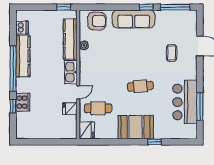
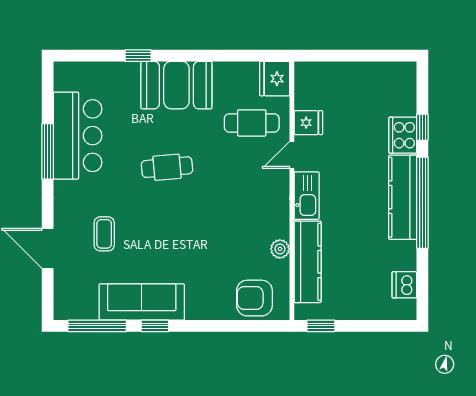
sofa: (134, 19) -> (142, 302), moved
kitchen counter: (23, 56) -> (403, 197), moved
window: (200, 106) -> (48, 151), moved

